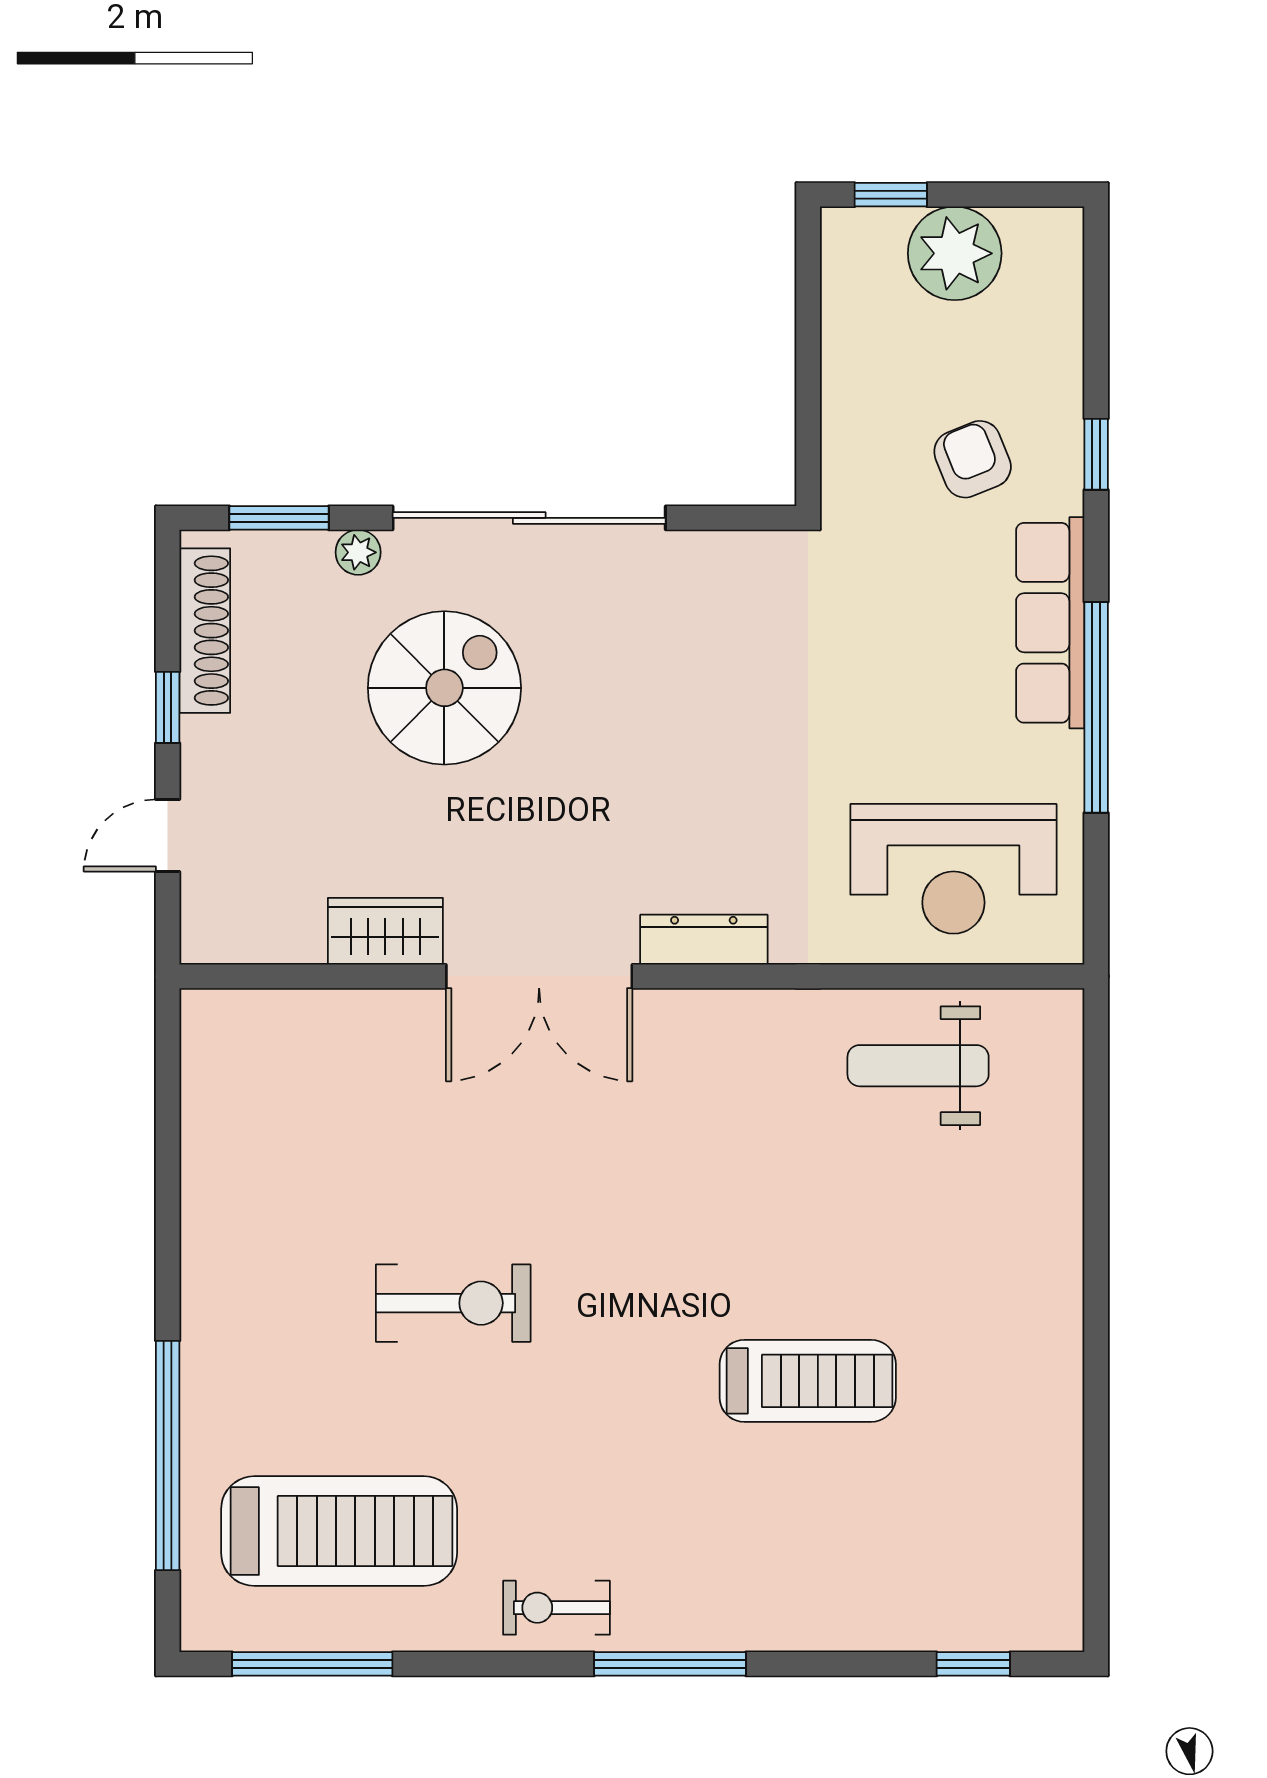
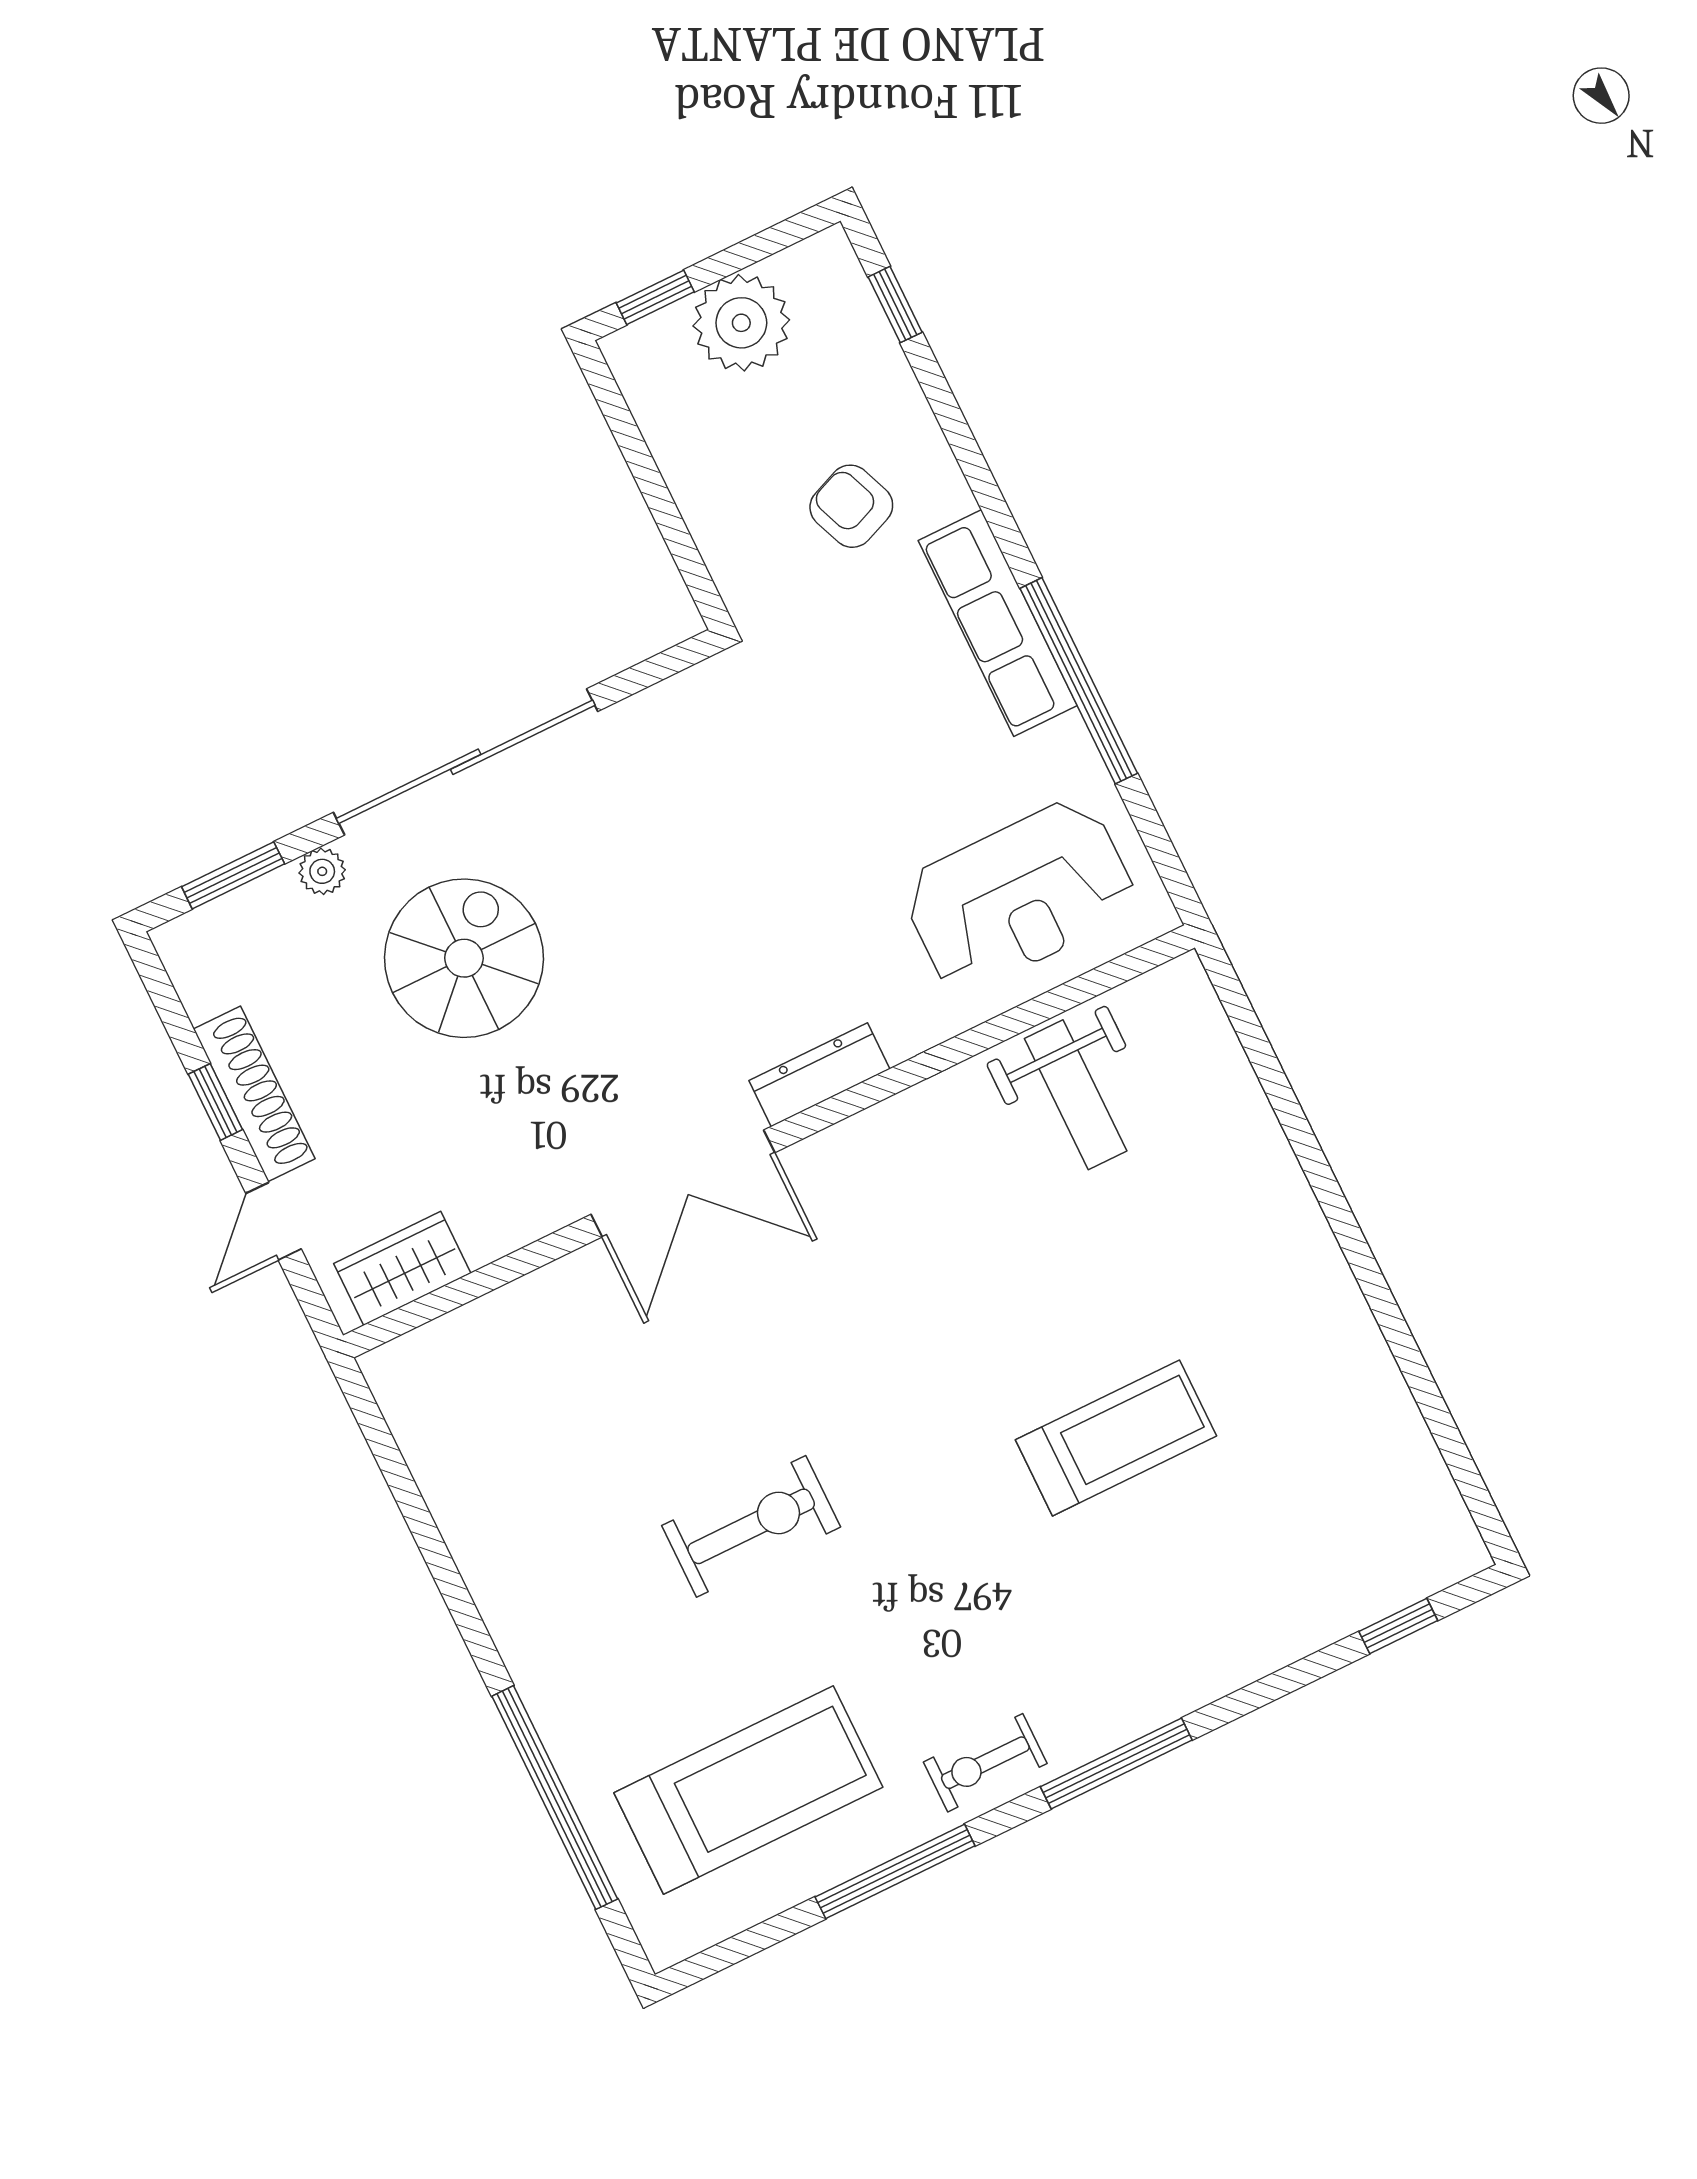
window: (1096, 454) -> (895, 305), moved
shoe rack: (205, 631) -> (254, 1094), moved
wardrobe: (385, 931) -> (402, 1268), moved
weight bench: (918, 1066) -> (1076, 1095), turned -90
window: (312, 1664) -> (895, 1871), moved

